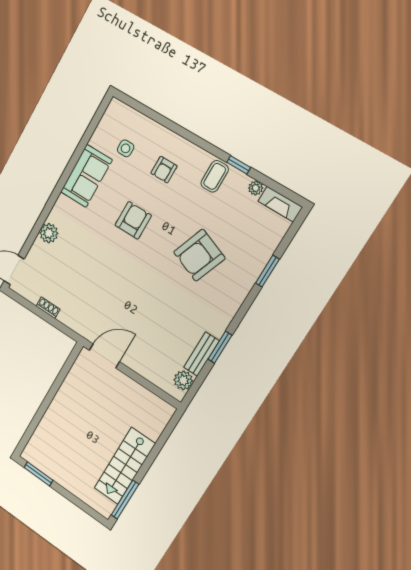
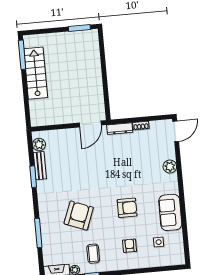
coffee table: (215, 176) -> (93, 254), moved
armchair: (133, 220) -> (127, 208), turned -90
window: (267, 271) -> (38, 233), width x1.44
dresser: (75, 323) -> (120, 129), added

